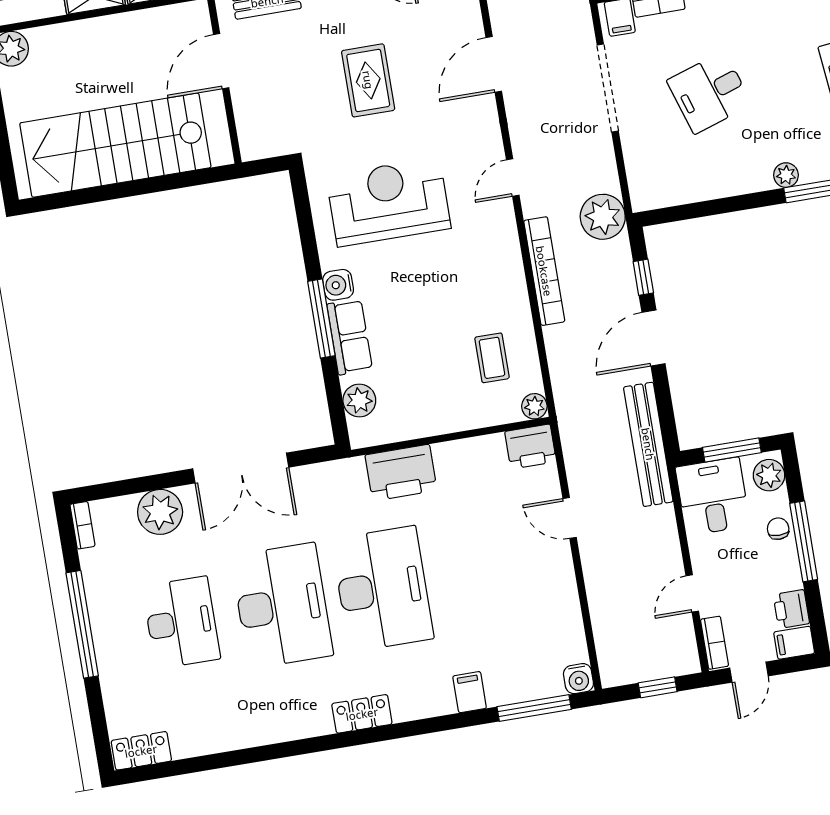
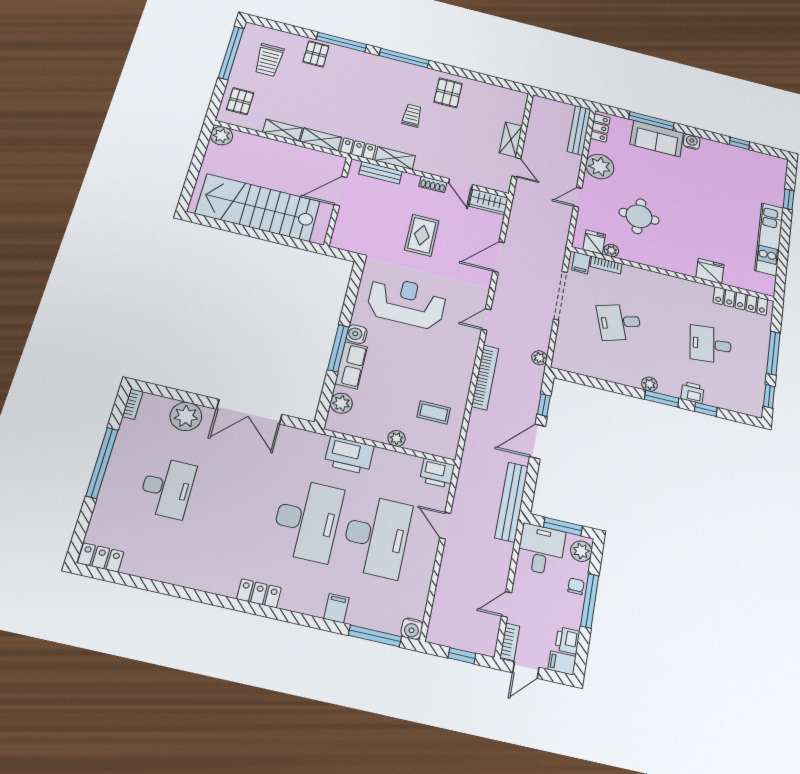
plant: (603, 217) -> (539, 358), width x0.53, depth x0.53
coffee table: (492, 358) -> (434, 412), turned 90
plant: (534, 406) -> (397, 438), moved
desk: (282, 606) -> (376, 536), moved

